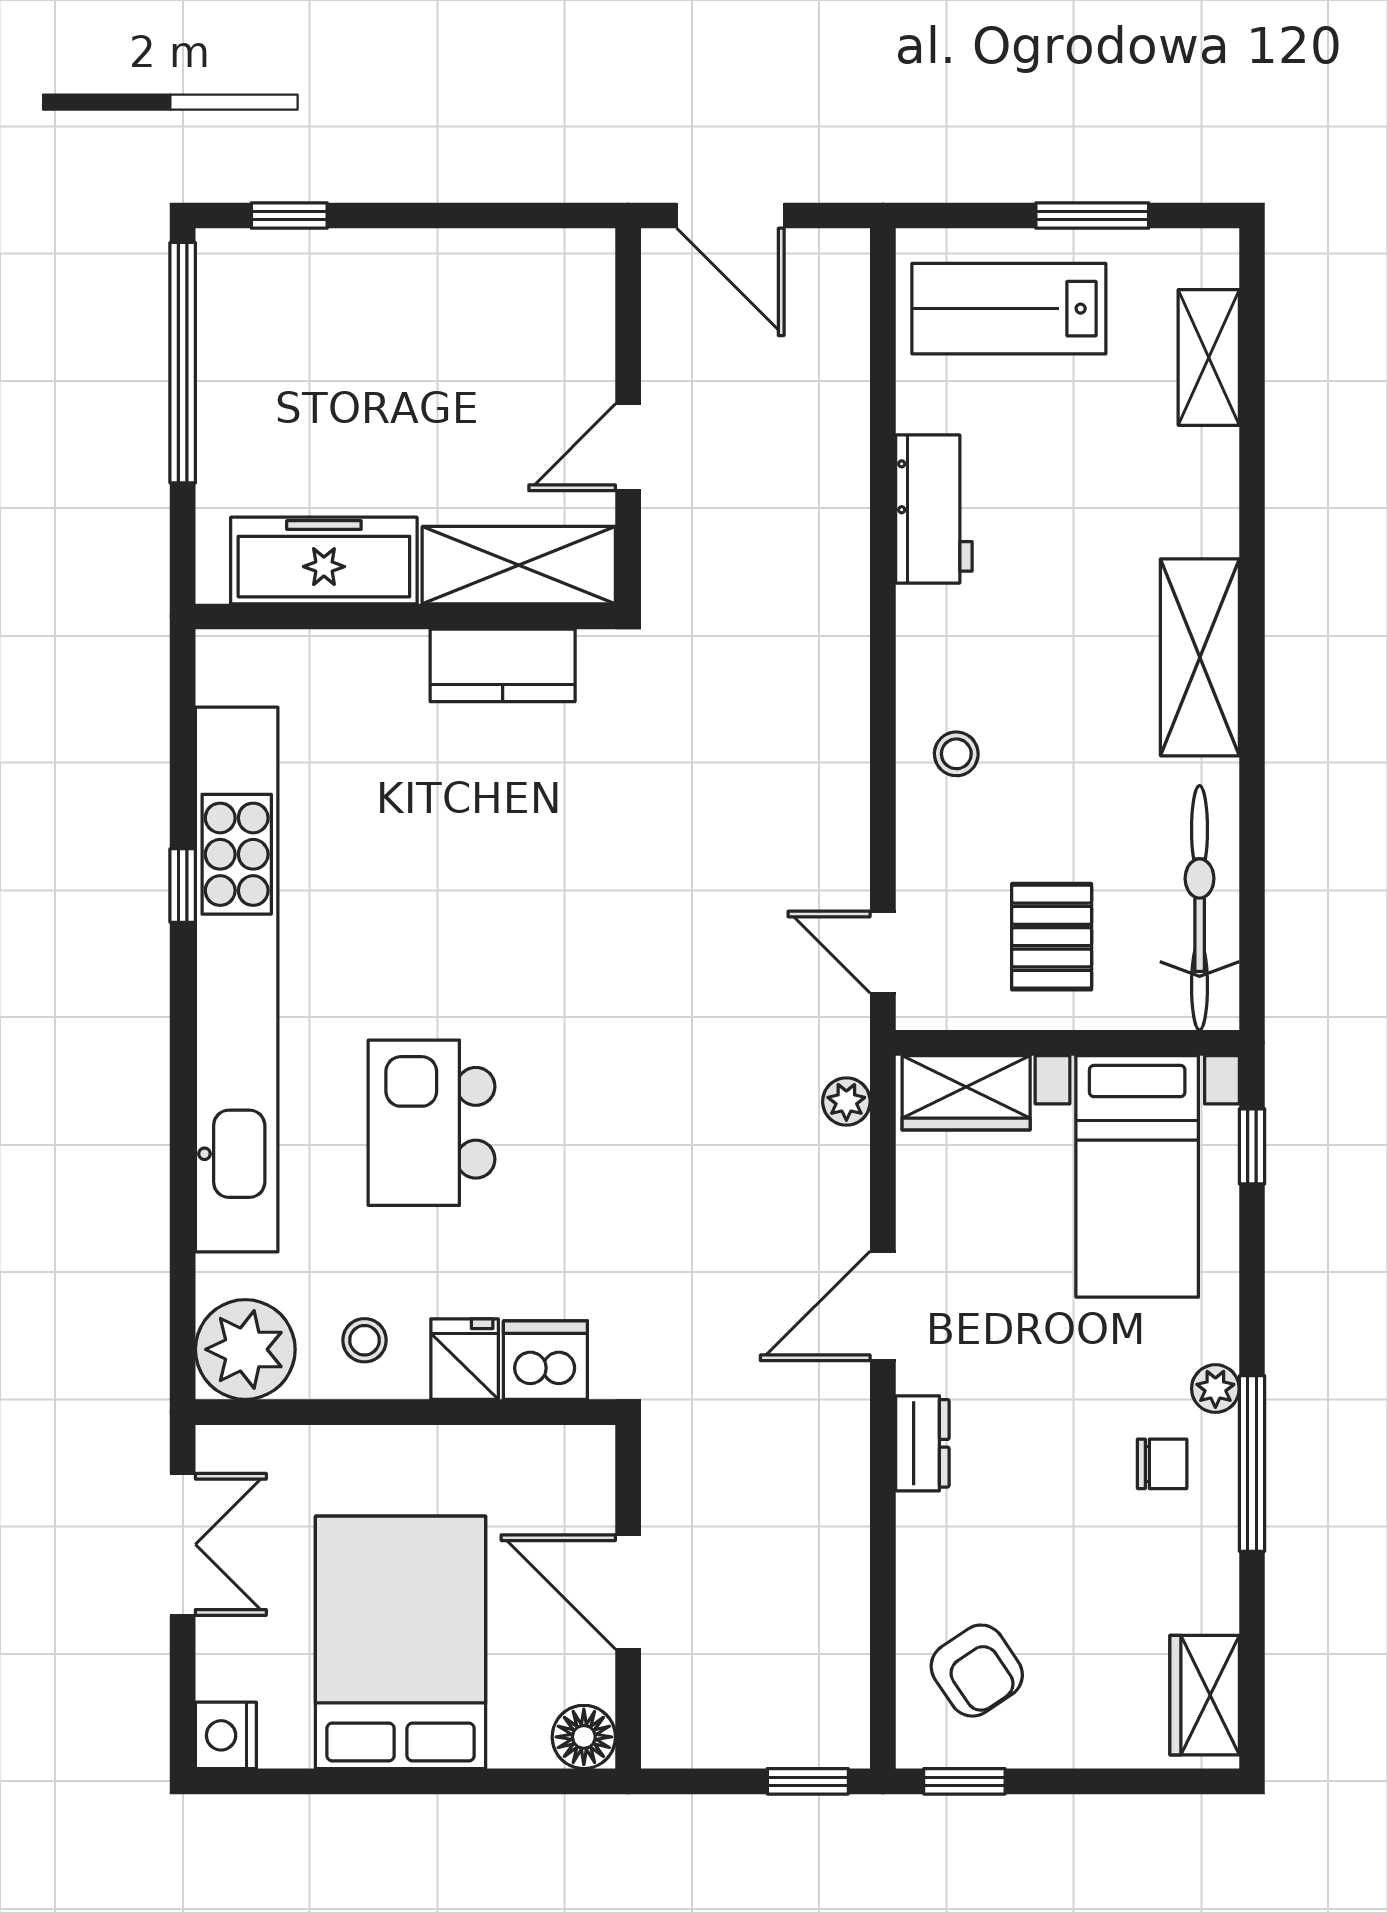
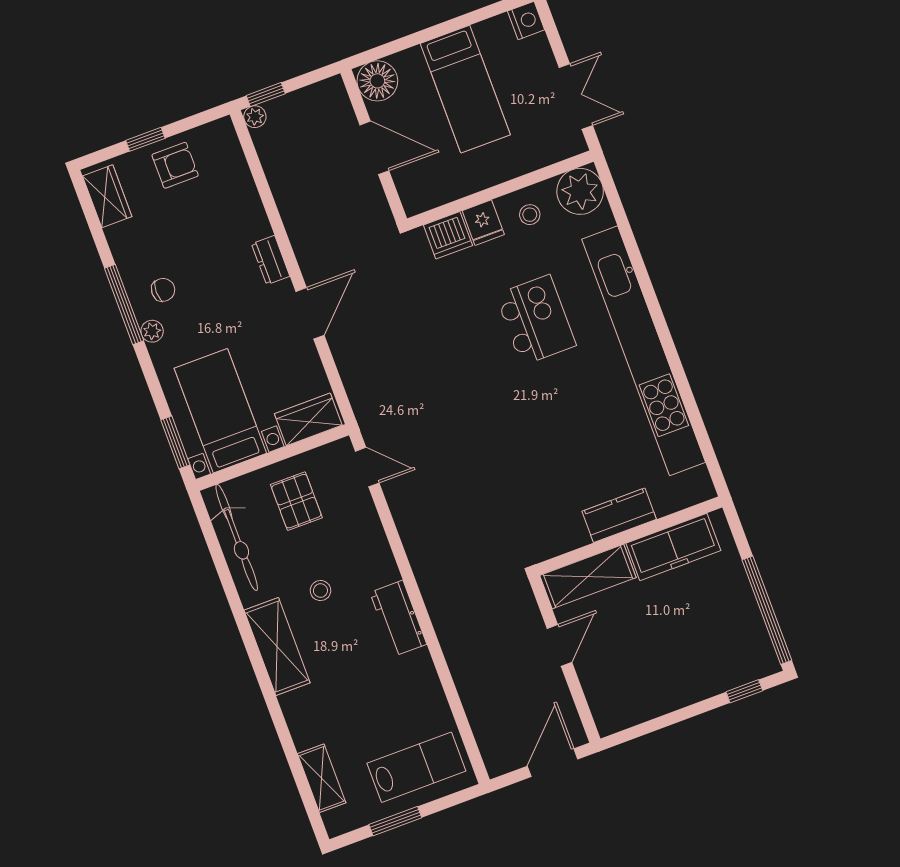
door: (730, 216) -> (553, 763), hinge flipped
workbench: (934, 509) -> (398, 618), moved
kitchen counter: (503, 665) -> (619, 515), moved
stool: (956, 754) -> (320, 591), moved
window: (183, 885) -> (682, 383), removed
plant: (846, 1102) -> (255, 117), moved
window: (1252, 1146) -> (175, 442), width x1.50
chair: (1162, 1464) -> (163, 290), turned 180
double door: (183, 1544) -> (576, 96), swing flipped
bed: (401, 1642) -> (465, 89), width x0.67
armchair: (977, 1671) -> (175, 165), moved, turned 124
floor lamp: (584, 1737) -> (377, 81), width x1.38, depth x1.38
window: (964, 1781) -> (145, 139), moved

